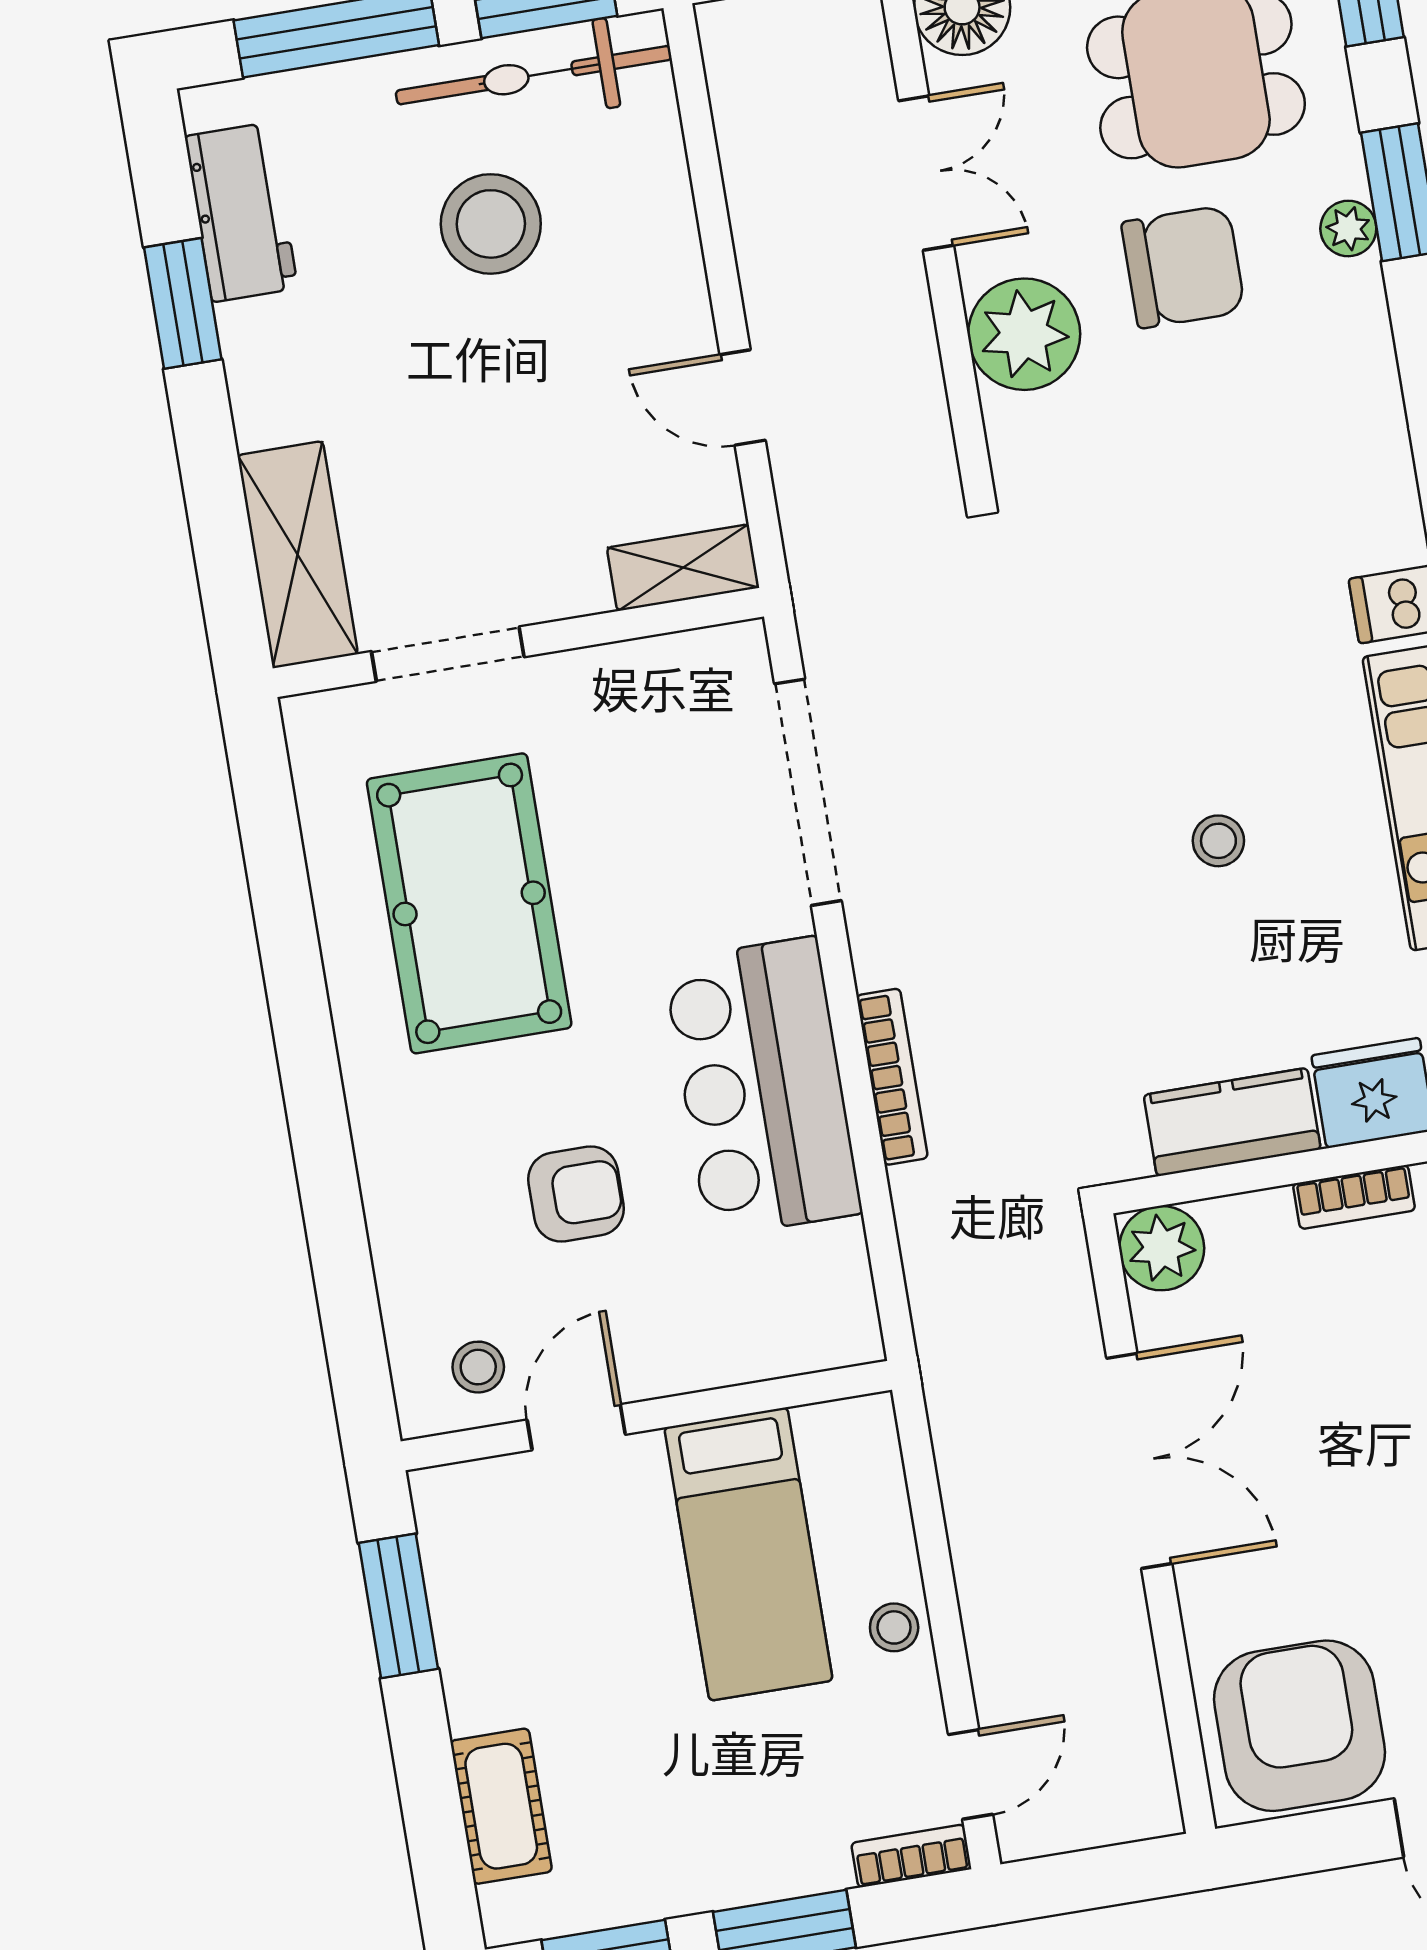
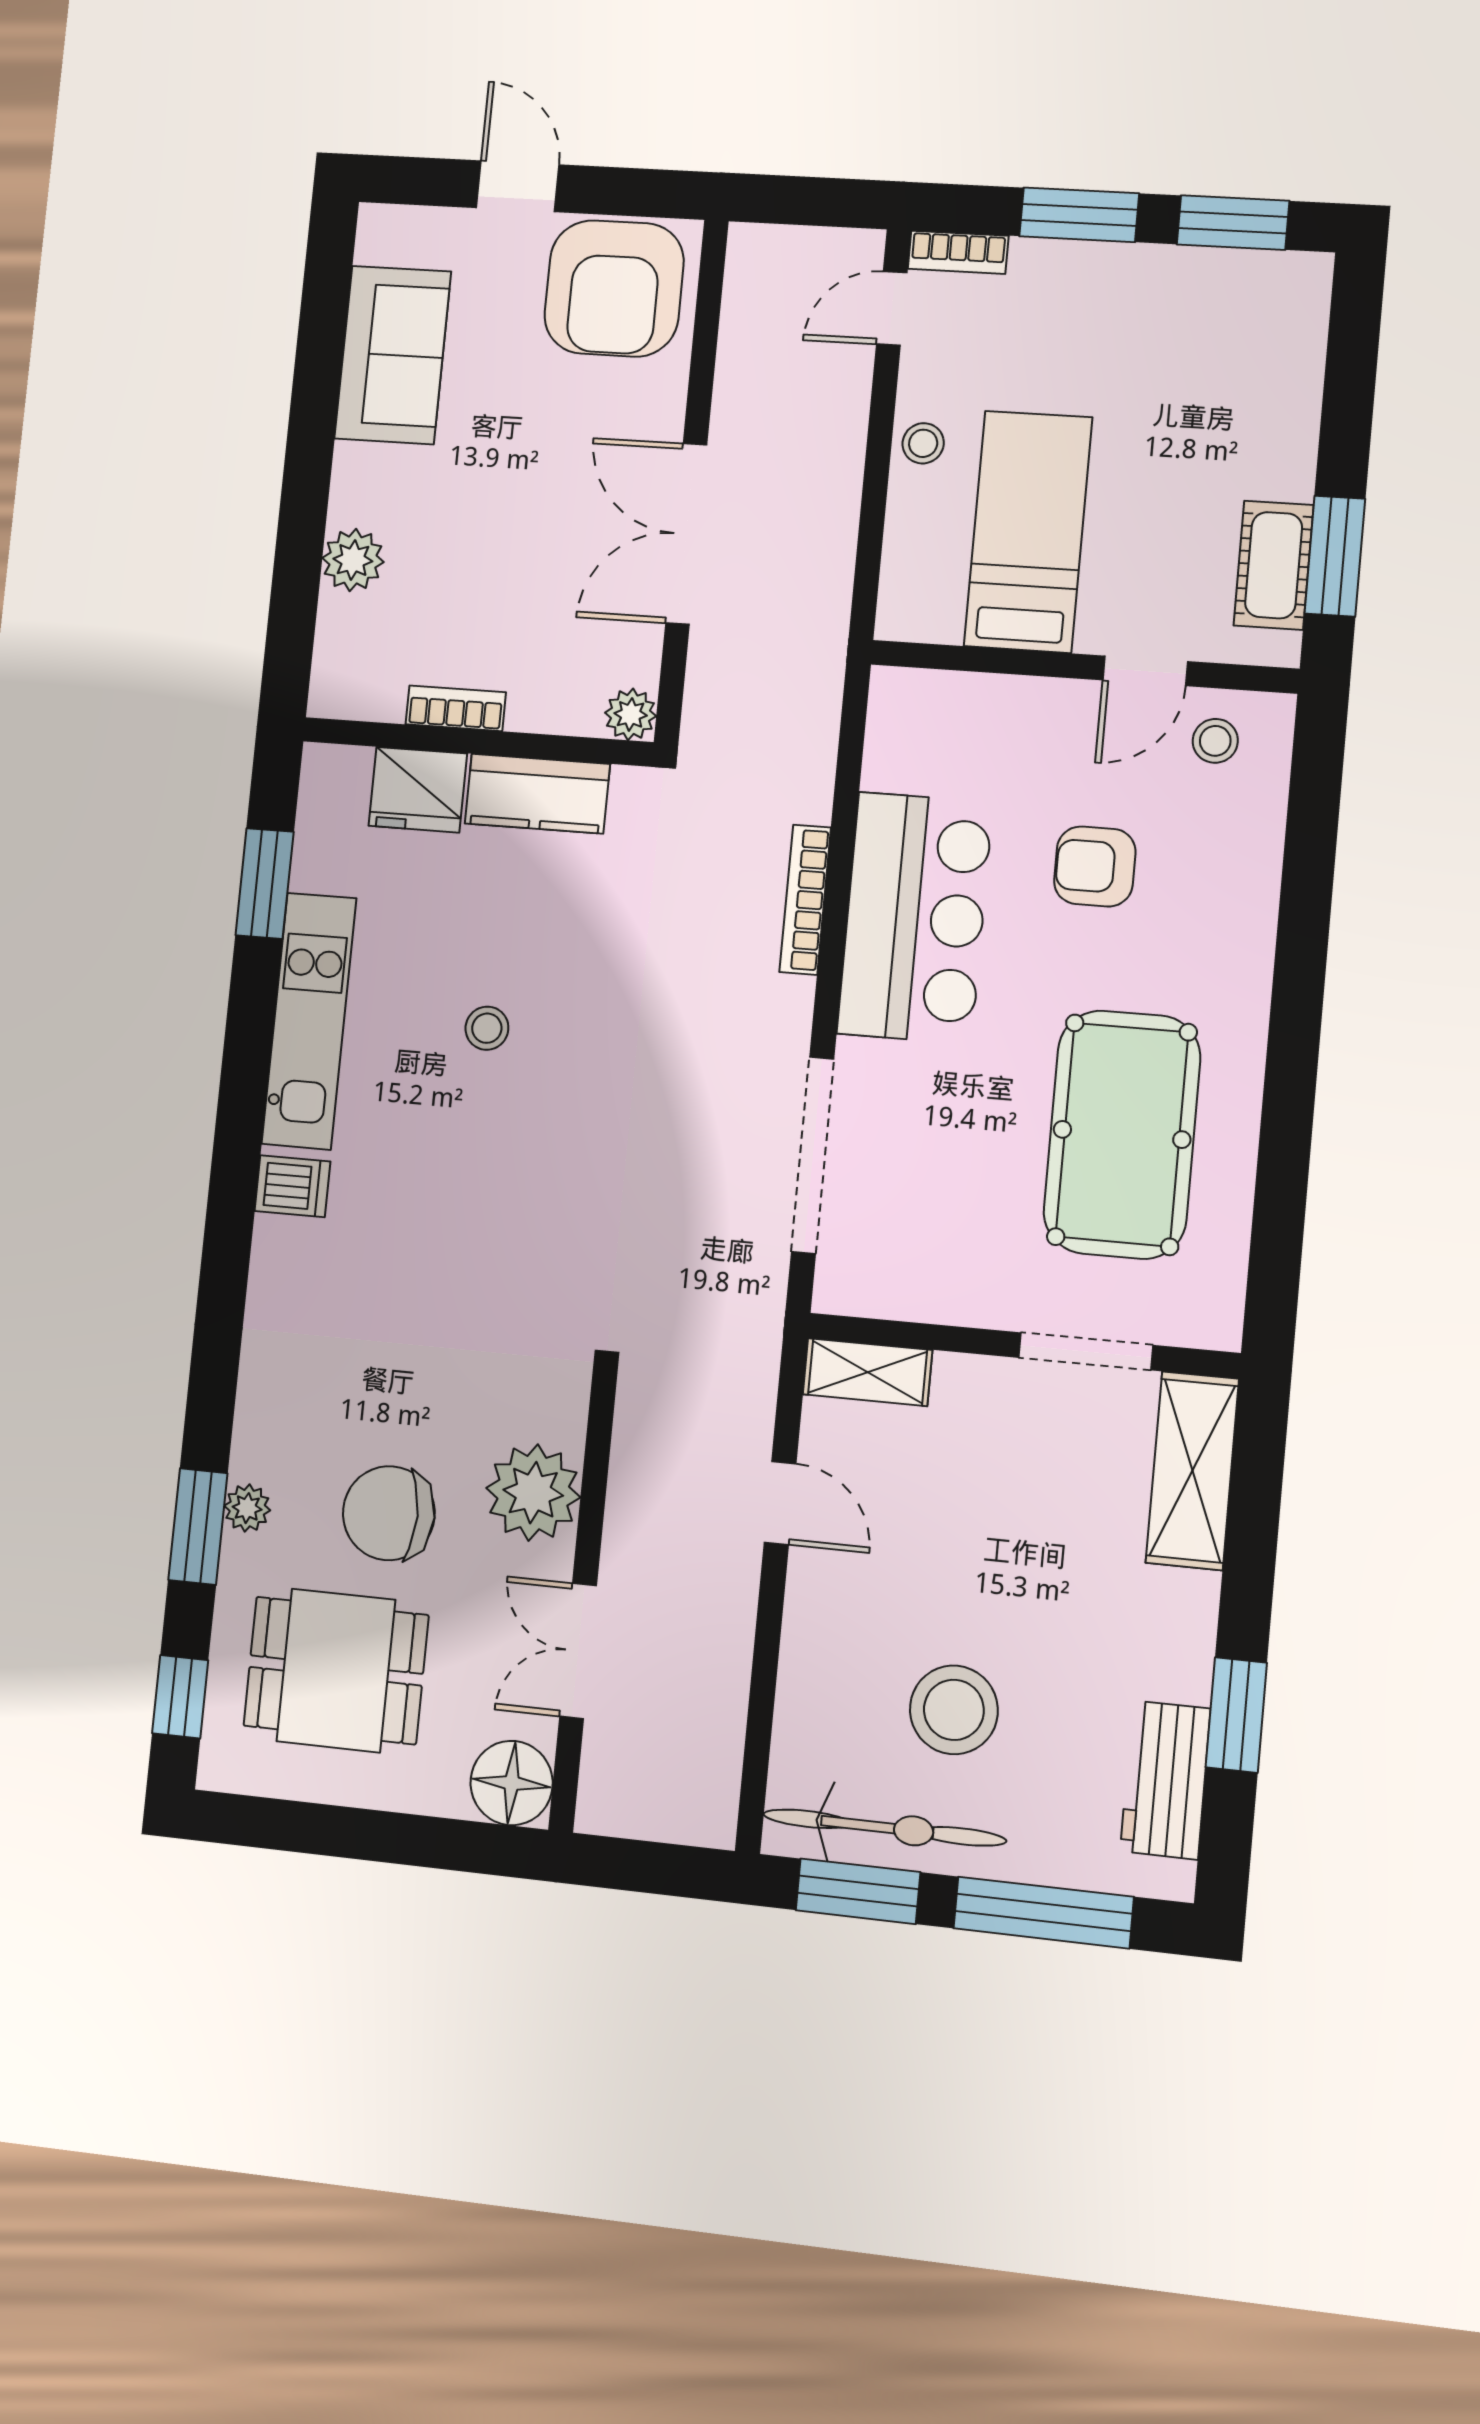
plant: (1162, 1248) -> (631, 714), width x0.73, depth x0.73
cot: (501, 1806) -> (1274, 565), moved

